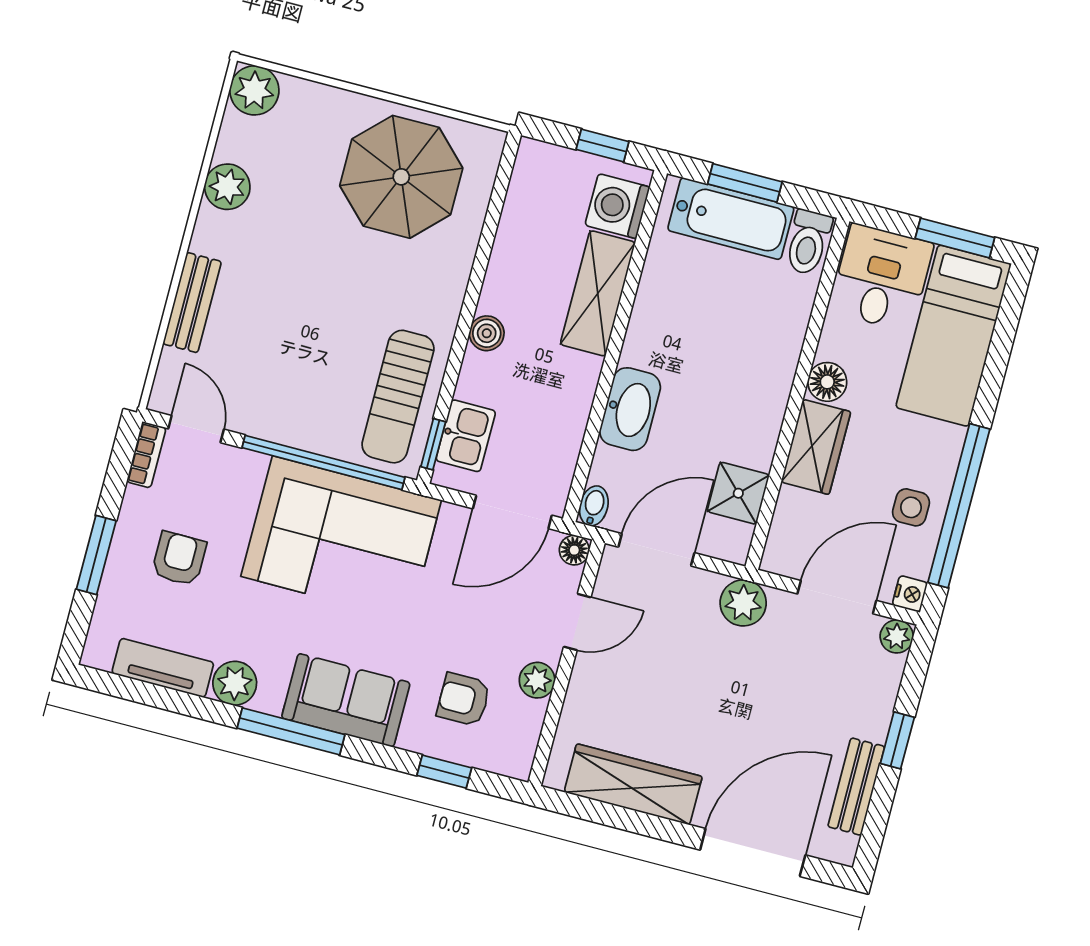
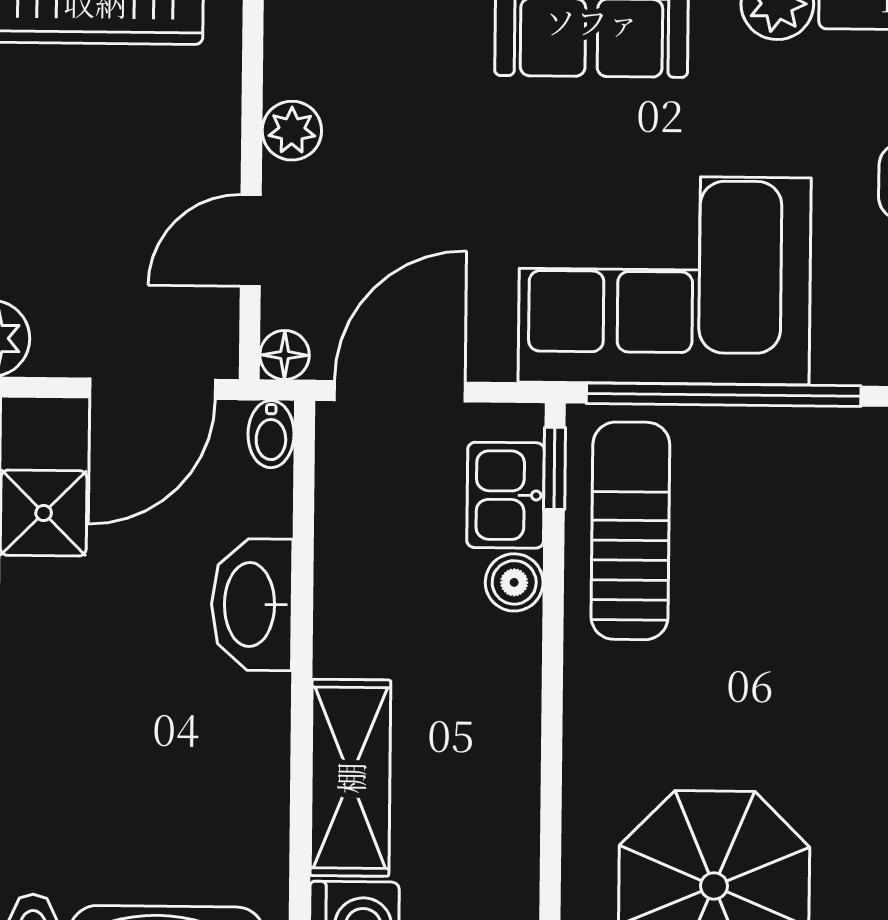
boiler: (487, 333) -> (514, 582), moved
armchair: (464, 700) -> (402, 70), removed

